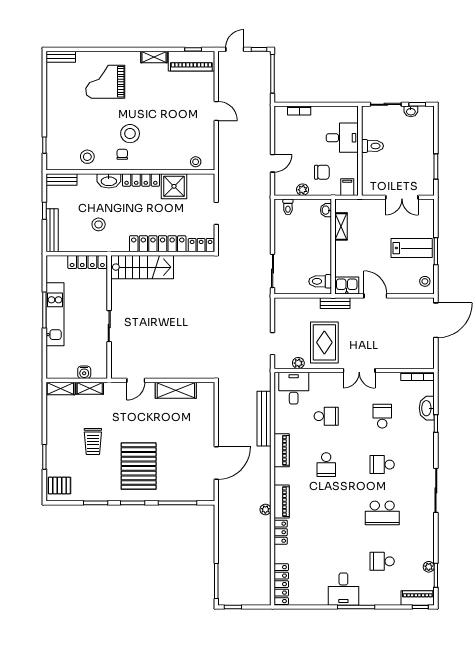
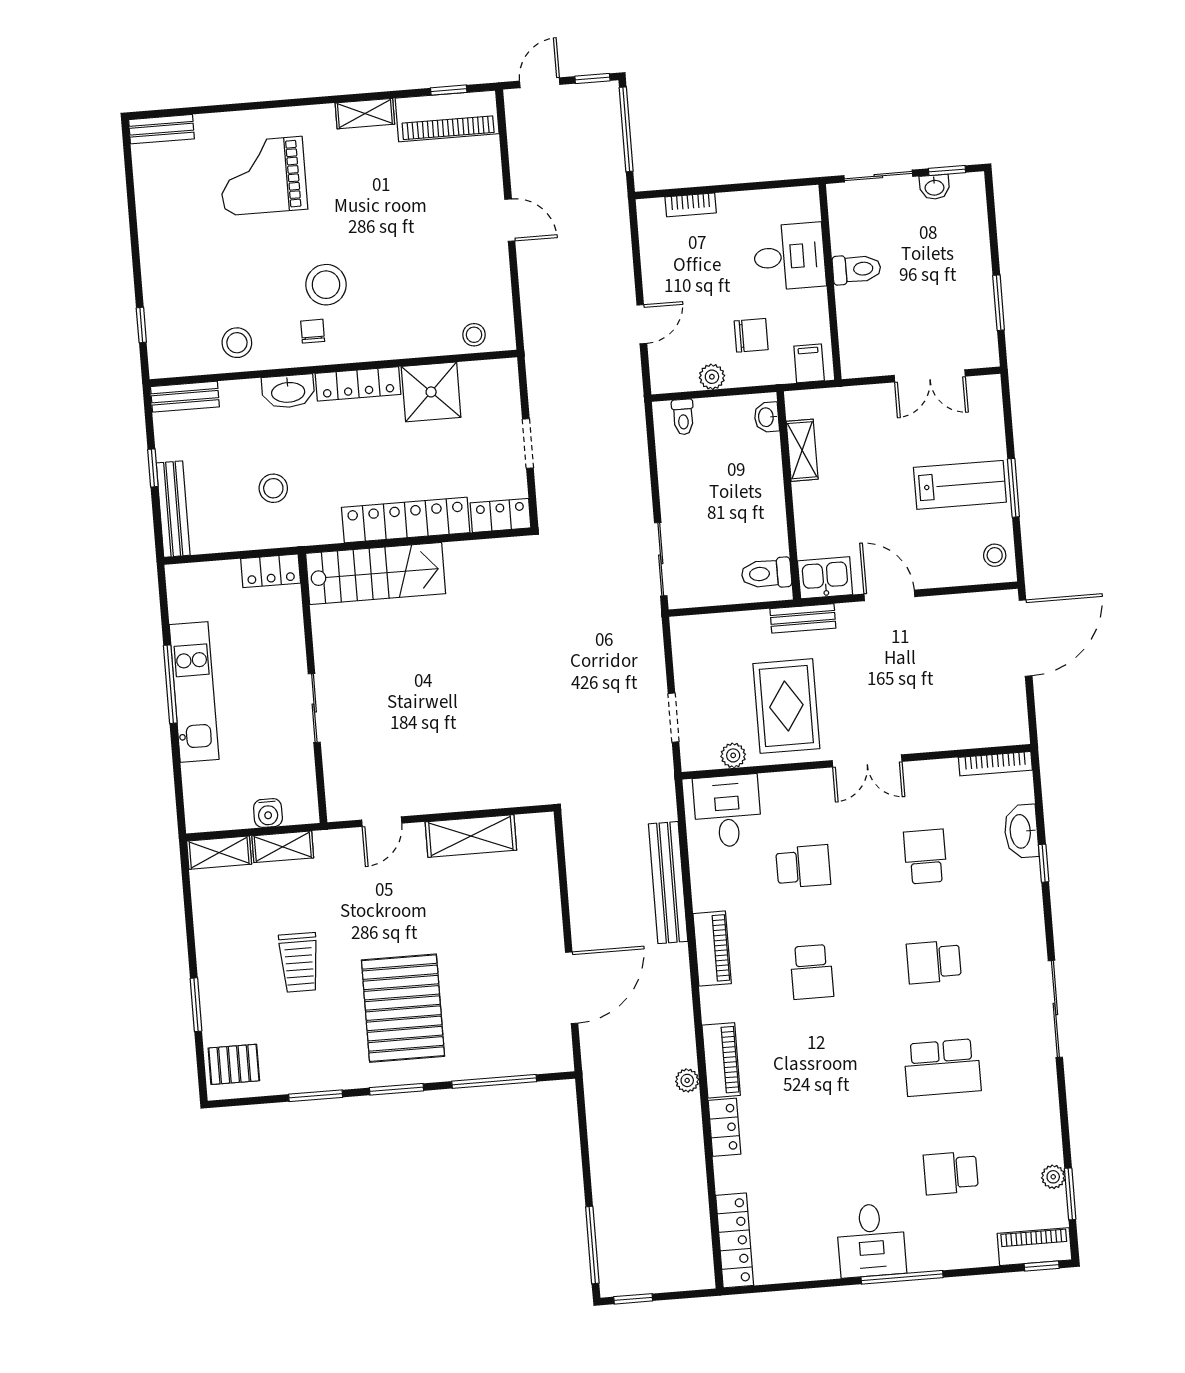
locker: (87, 262) -> (271, 571), width x0.66

